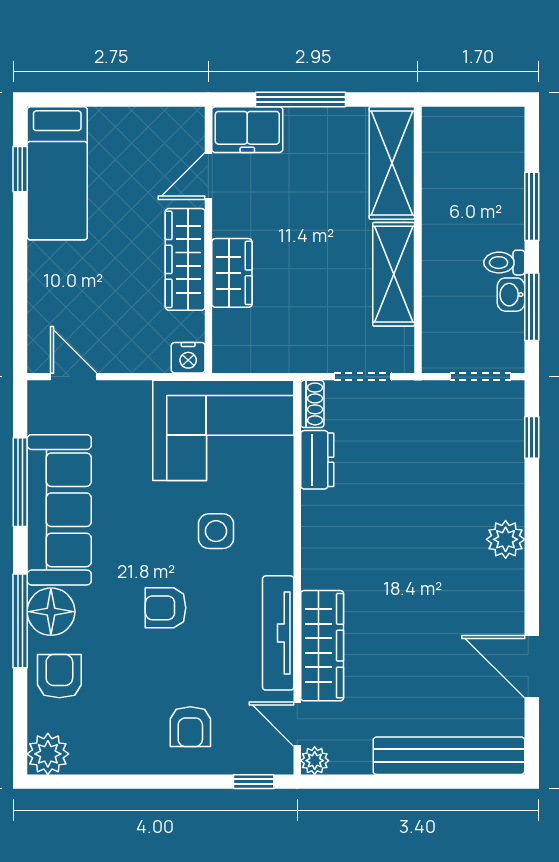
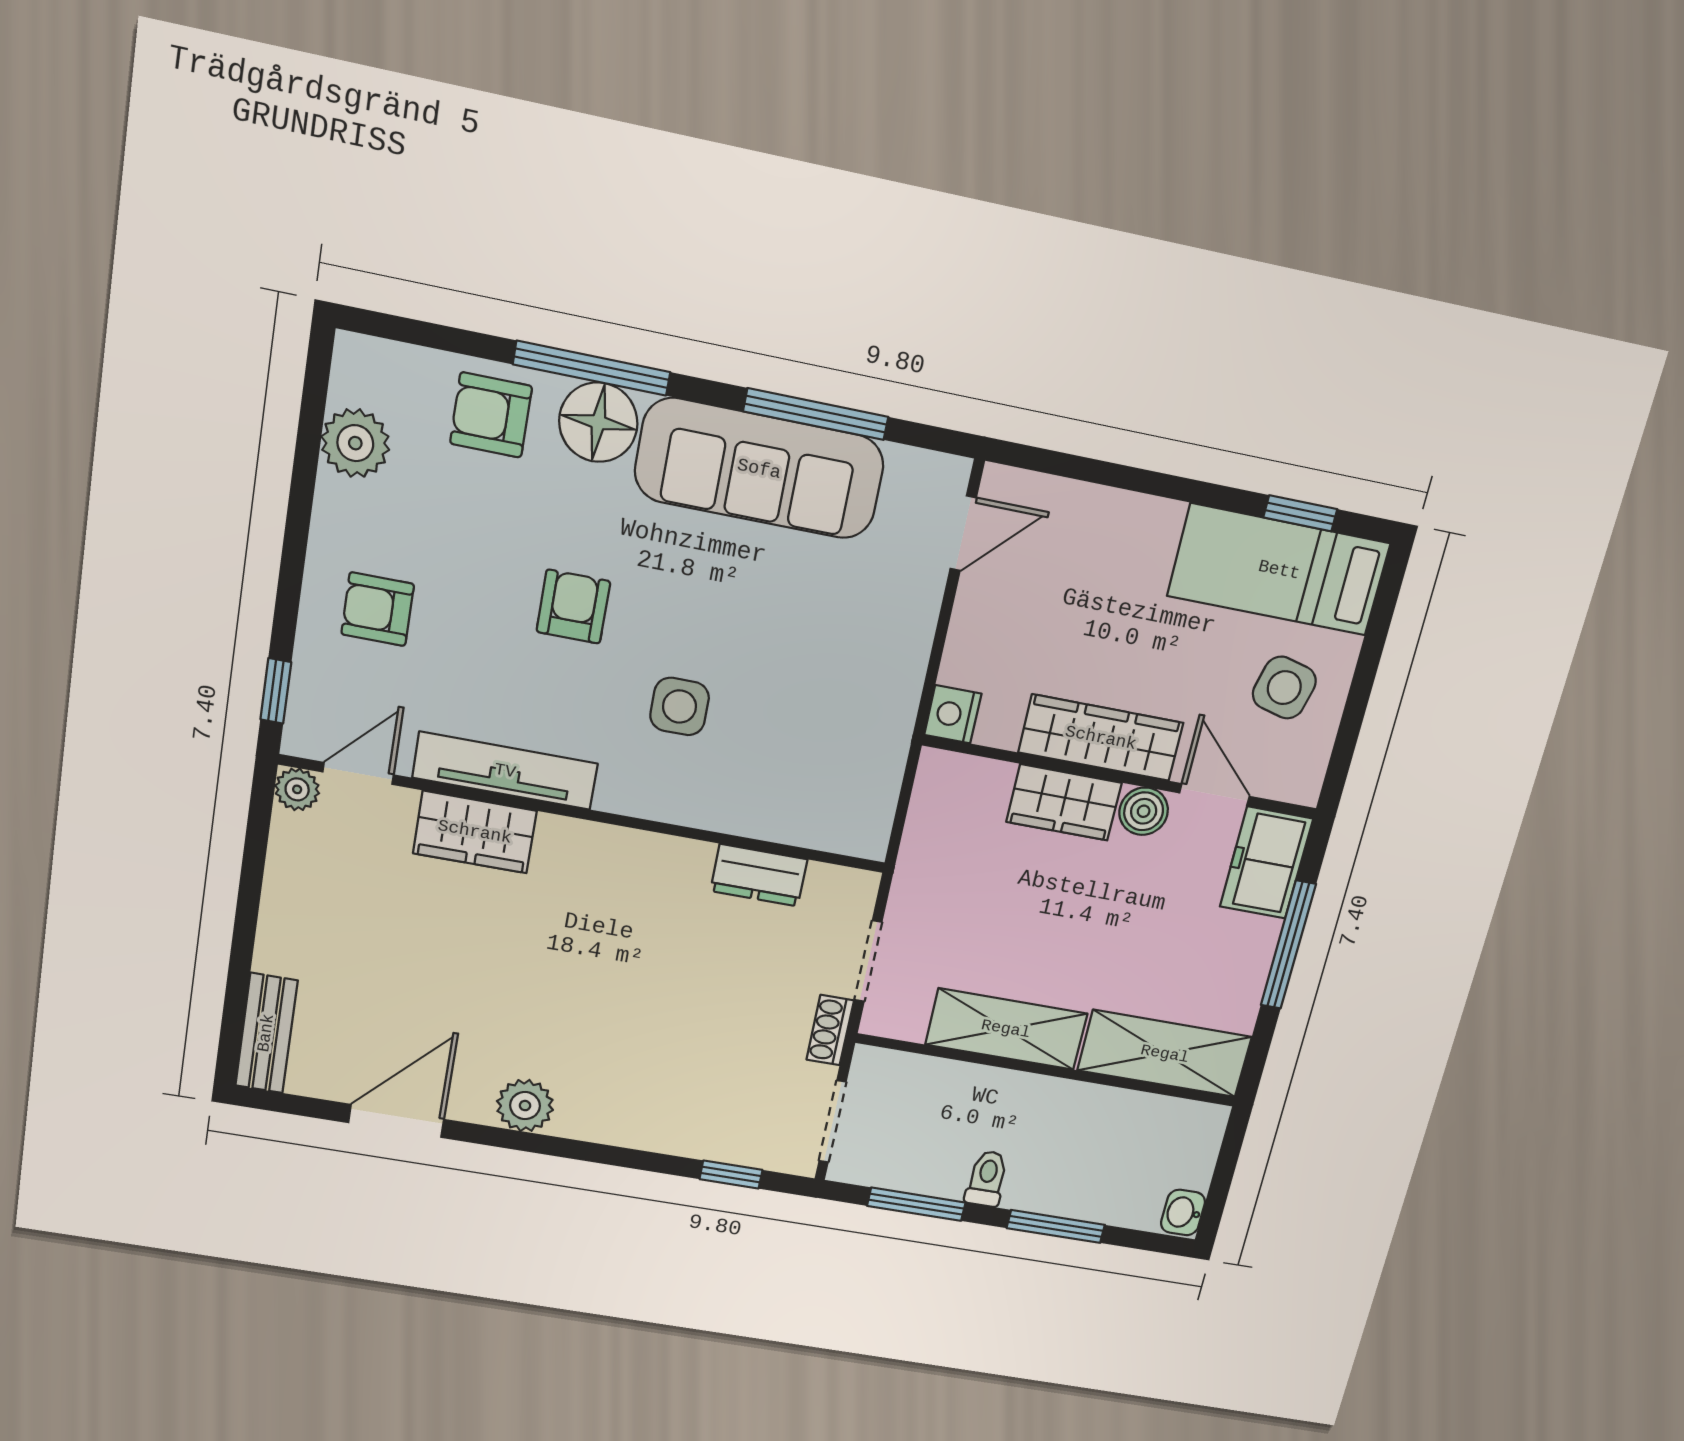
side table: (130, 149) -> (1284, 688), added
boiler: (228, 220) -> (1144, 811), added
washbasin: (511, 295) -> (1183, 1212), moved, turned -90
shoe rack: (312, 404) -> (830, 1030), moved, turned 90
corner sofa: (223, 430) -> (831, 746), removed
plant: (506, 539) -> (525, 1106), moved
wardrobe: (322, 646) -> (475, 832), width x0.67
armchair: (59, 676) -> (491, 415), turned 180
plant: (48, 754) -> (355, 443), moved
bench: (449, 756) -> (266, 1033), width x0.54, depth x0.82

